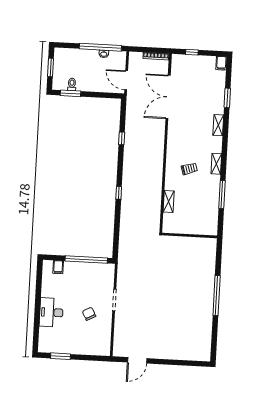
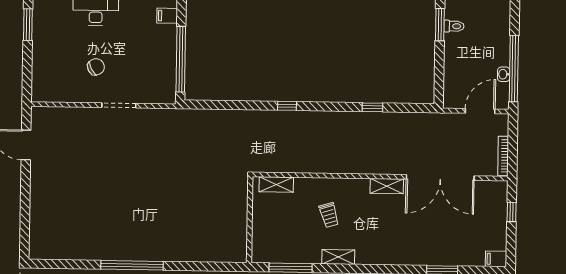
door: (126, 80) -> (480, 111), moved
double door: (168, 97) -> (440, 177), swing flipped
shelving: (218, 125) -> (387, 186), moved
wall: (189, 235) -> (250, 220), moved

